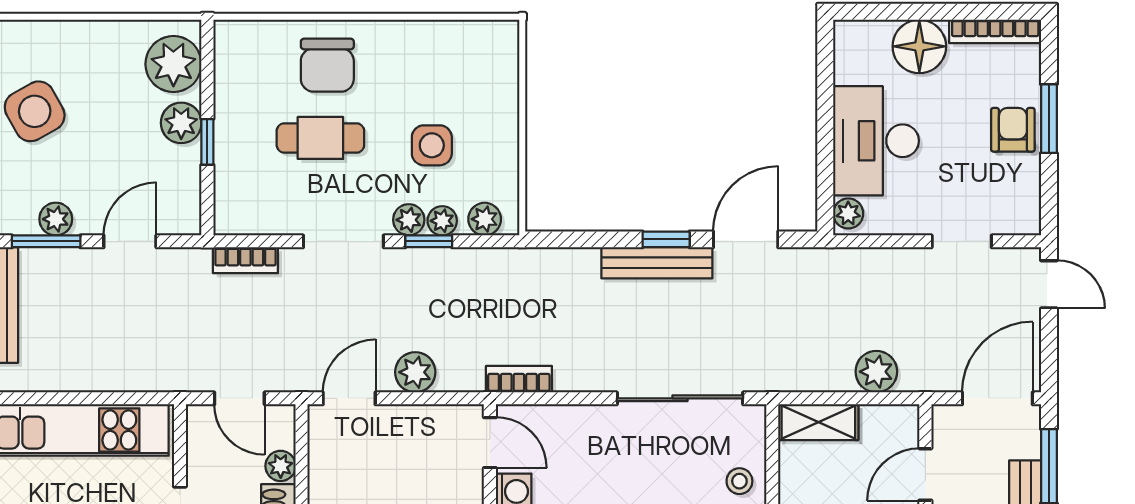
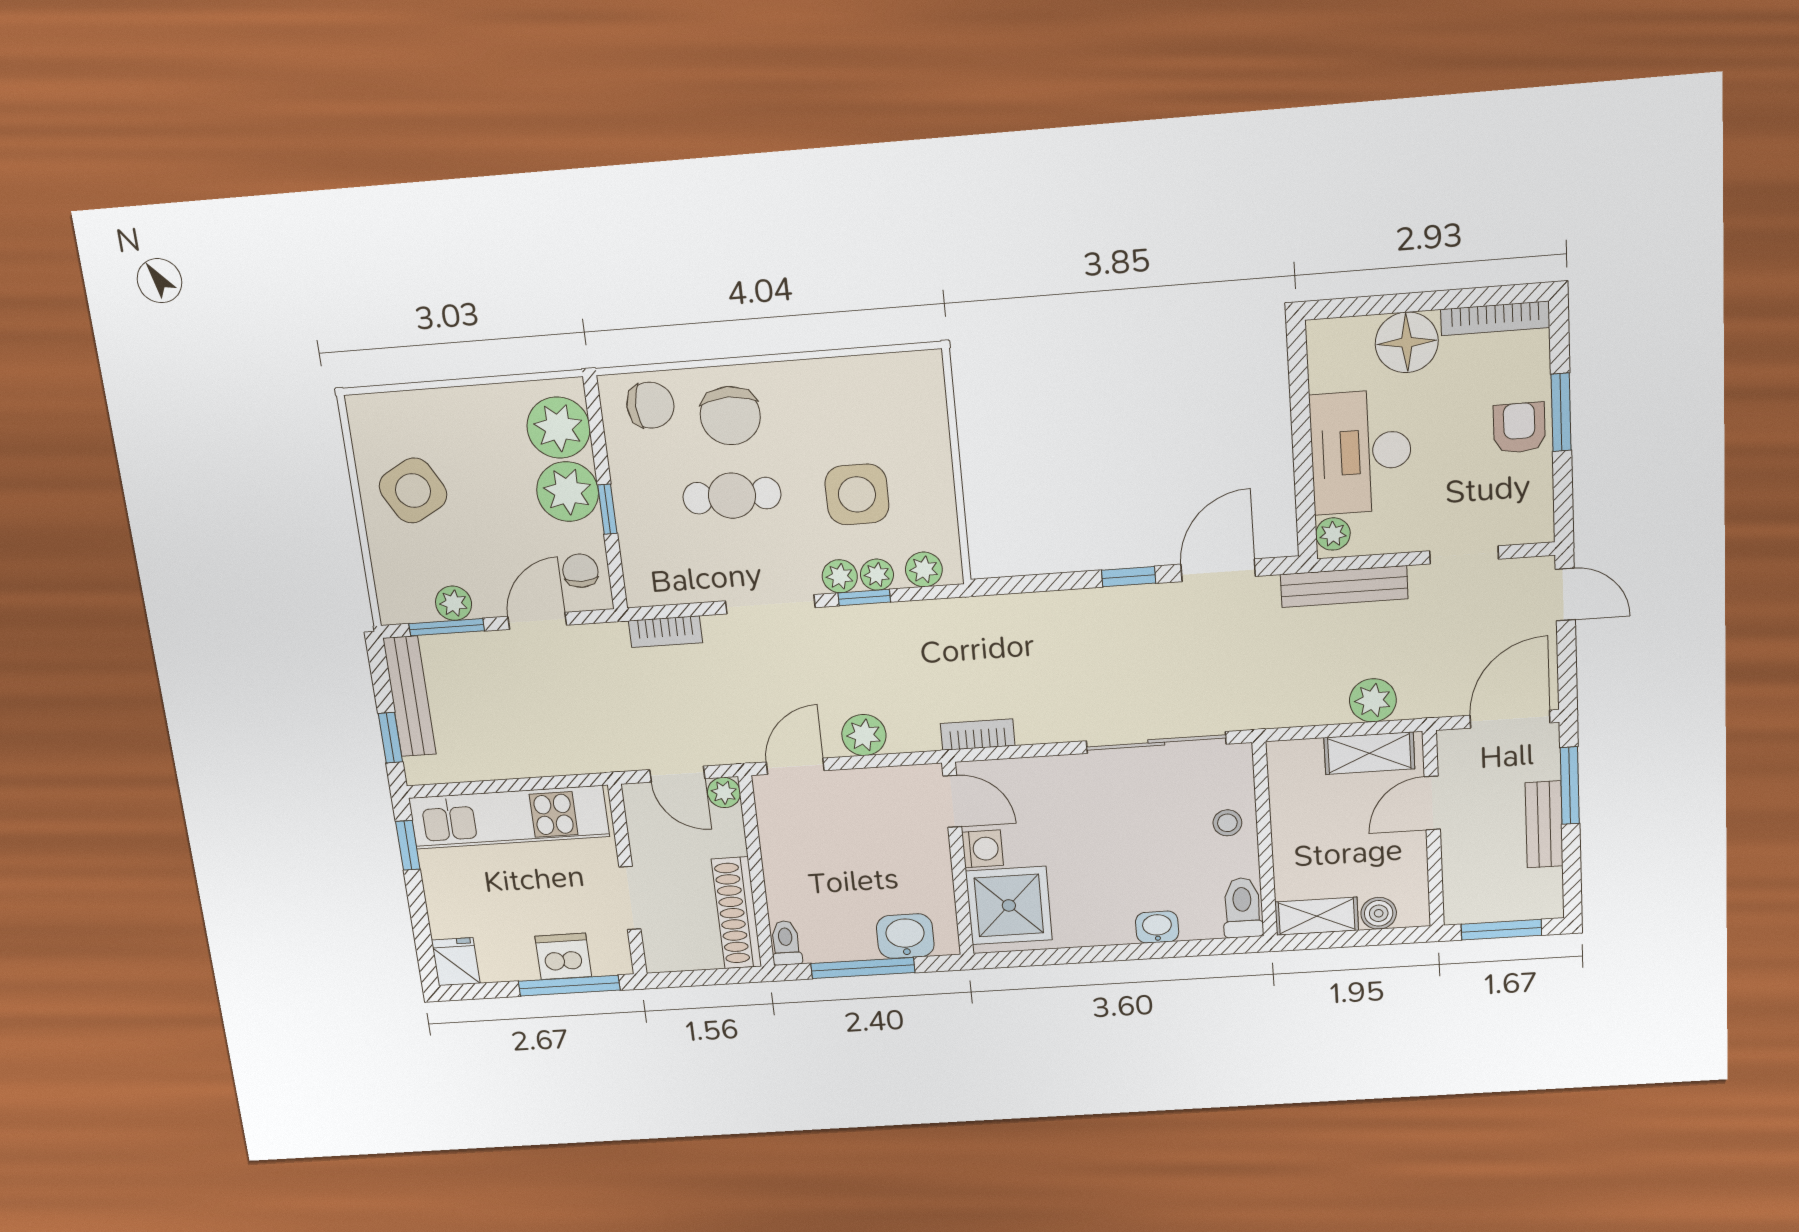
chair: (258, 50) -> (650, 405), added
plant: (181, 123) -> (568, 492), width x1.36, depth x1.36
side table: (432, 145) -> (857, 494), width x1.37, depth x1.37
chair: (176, 197) -> (580, 571), added
bench: (657, 263) -> (1344, 587), moved
shelving: (818, 422) -> (1369, 753), moved
plant: (281, 466) -> (724, 792), moved

